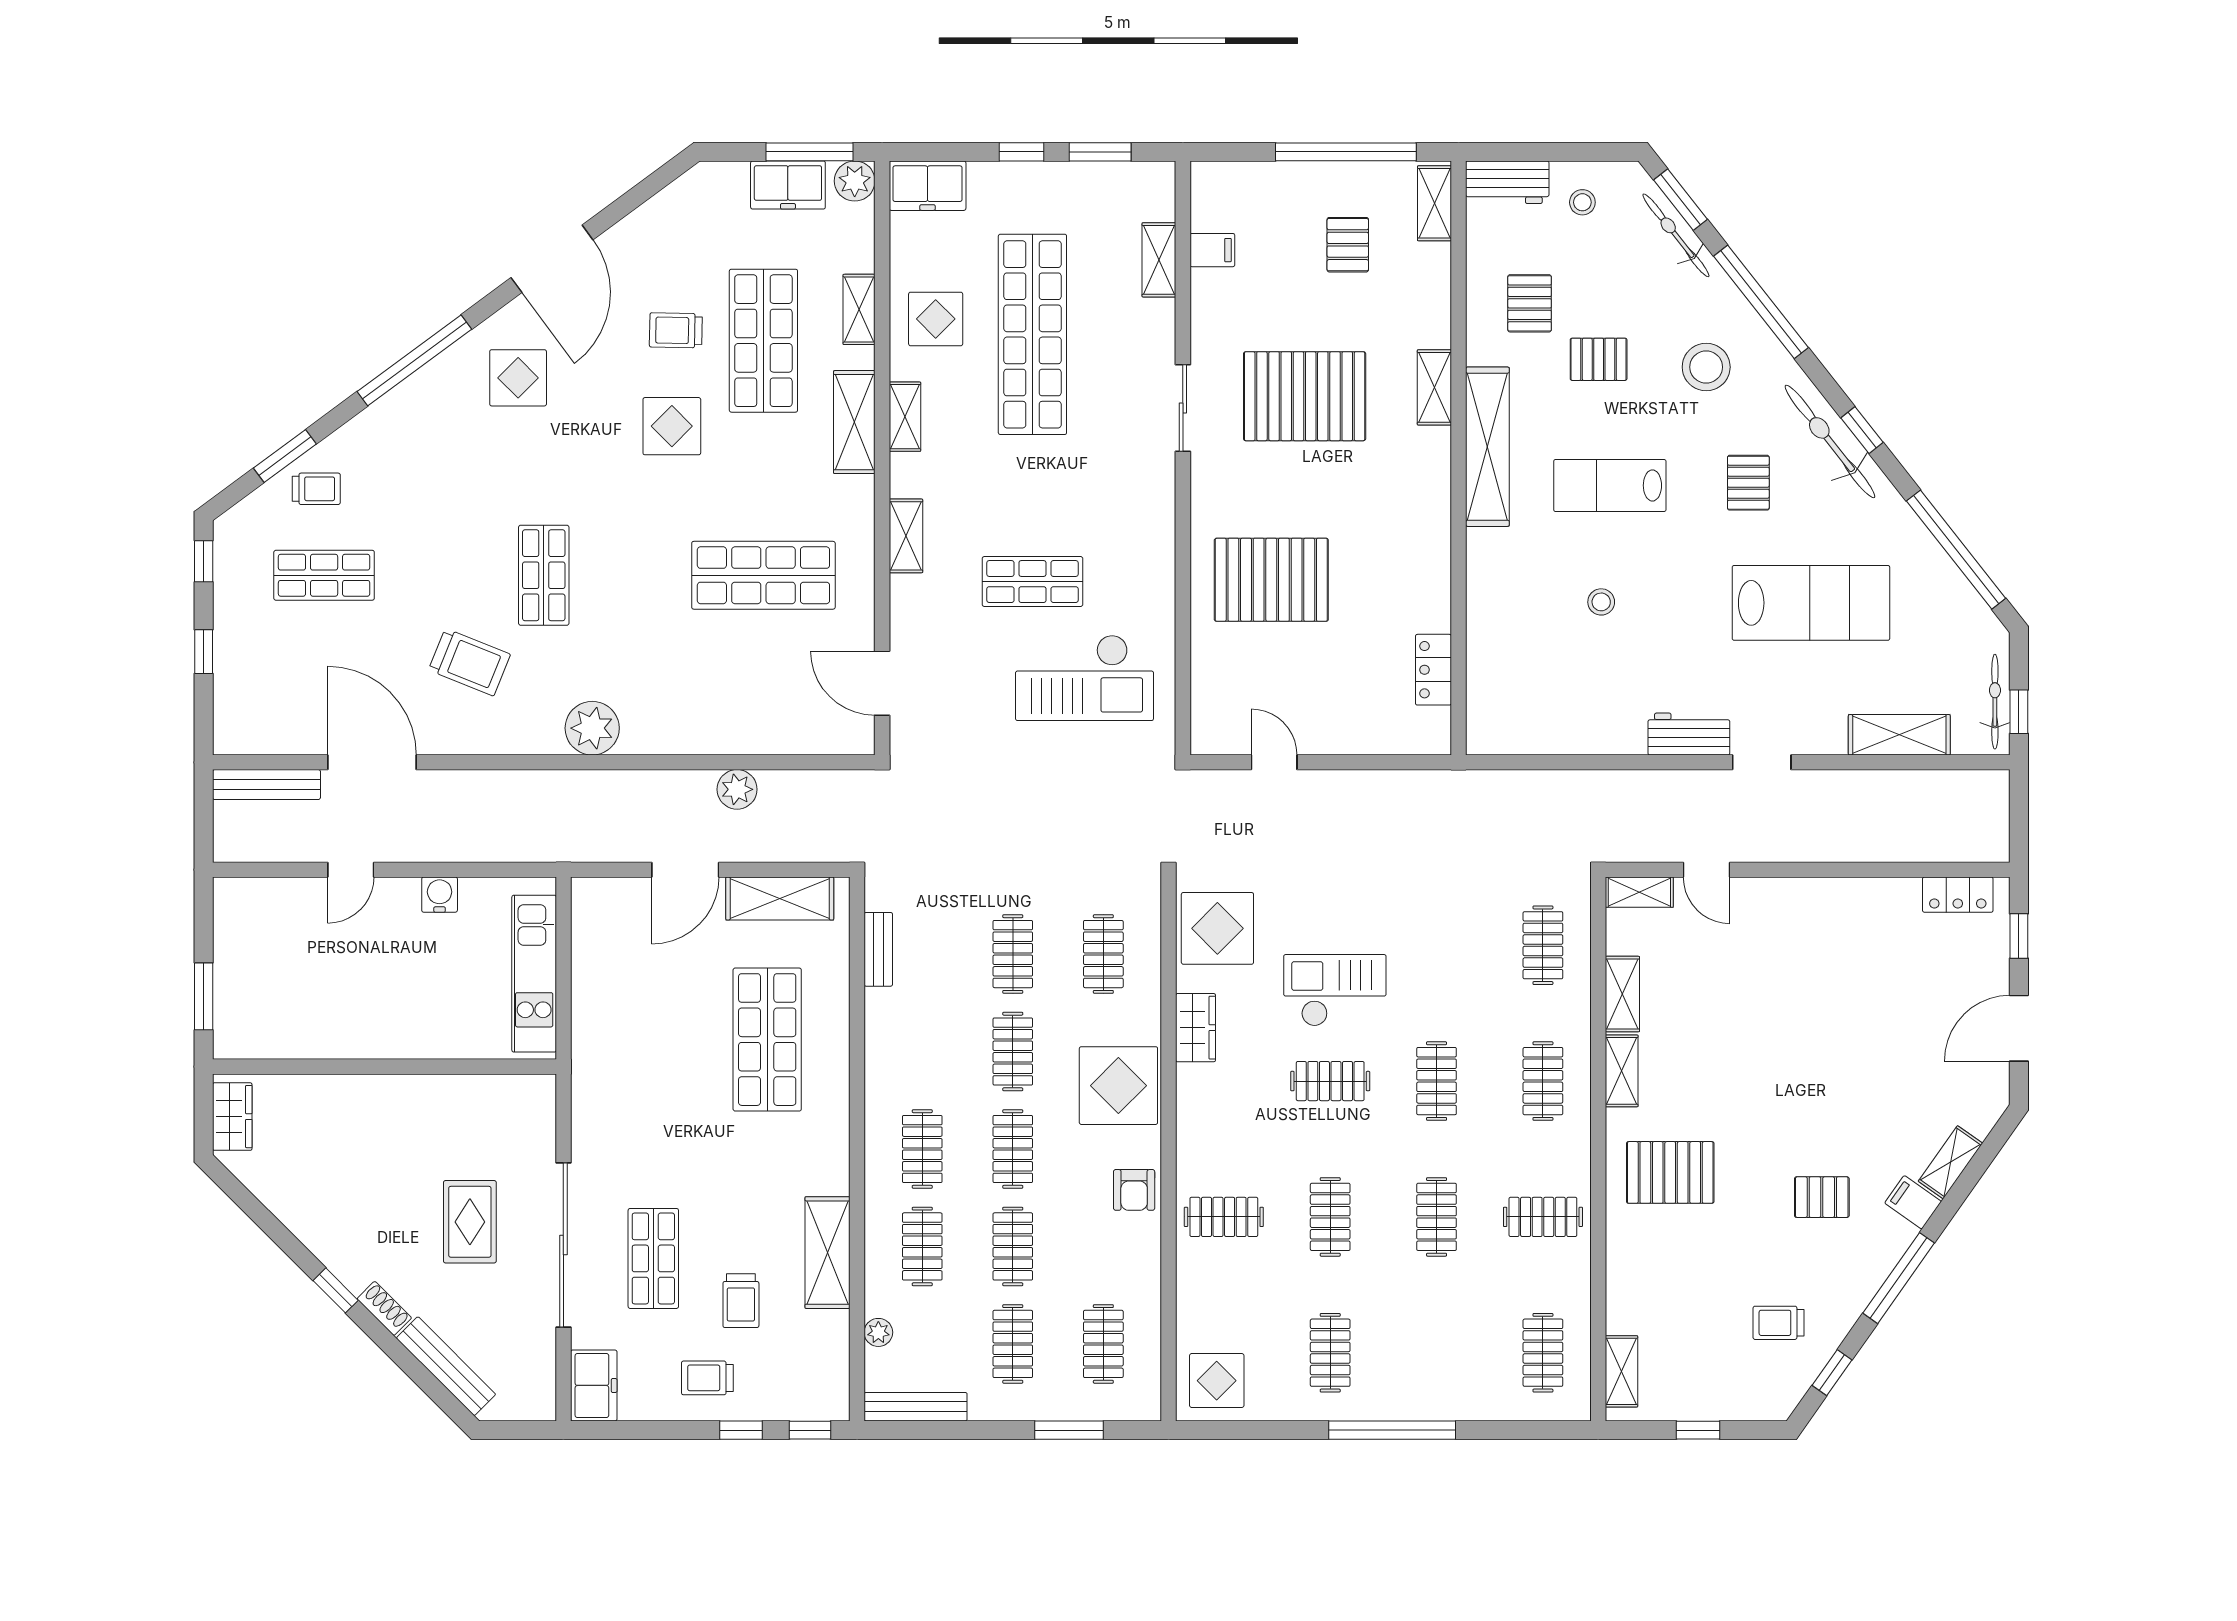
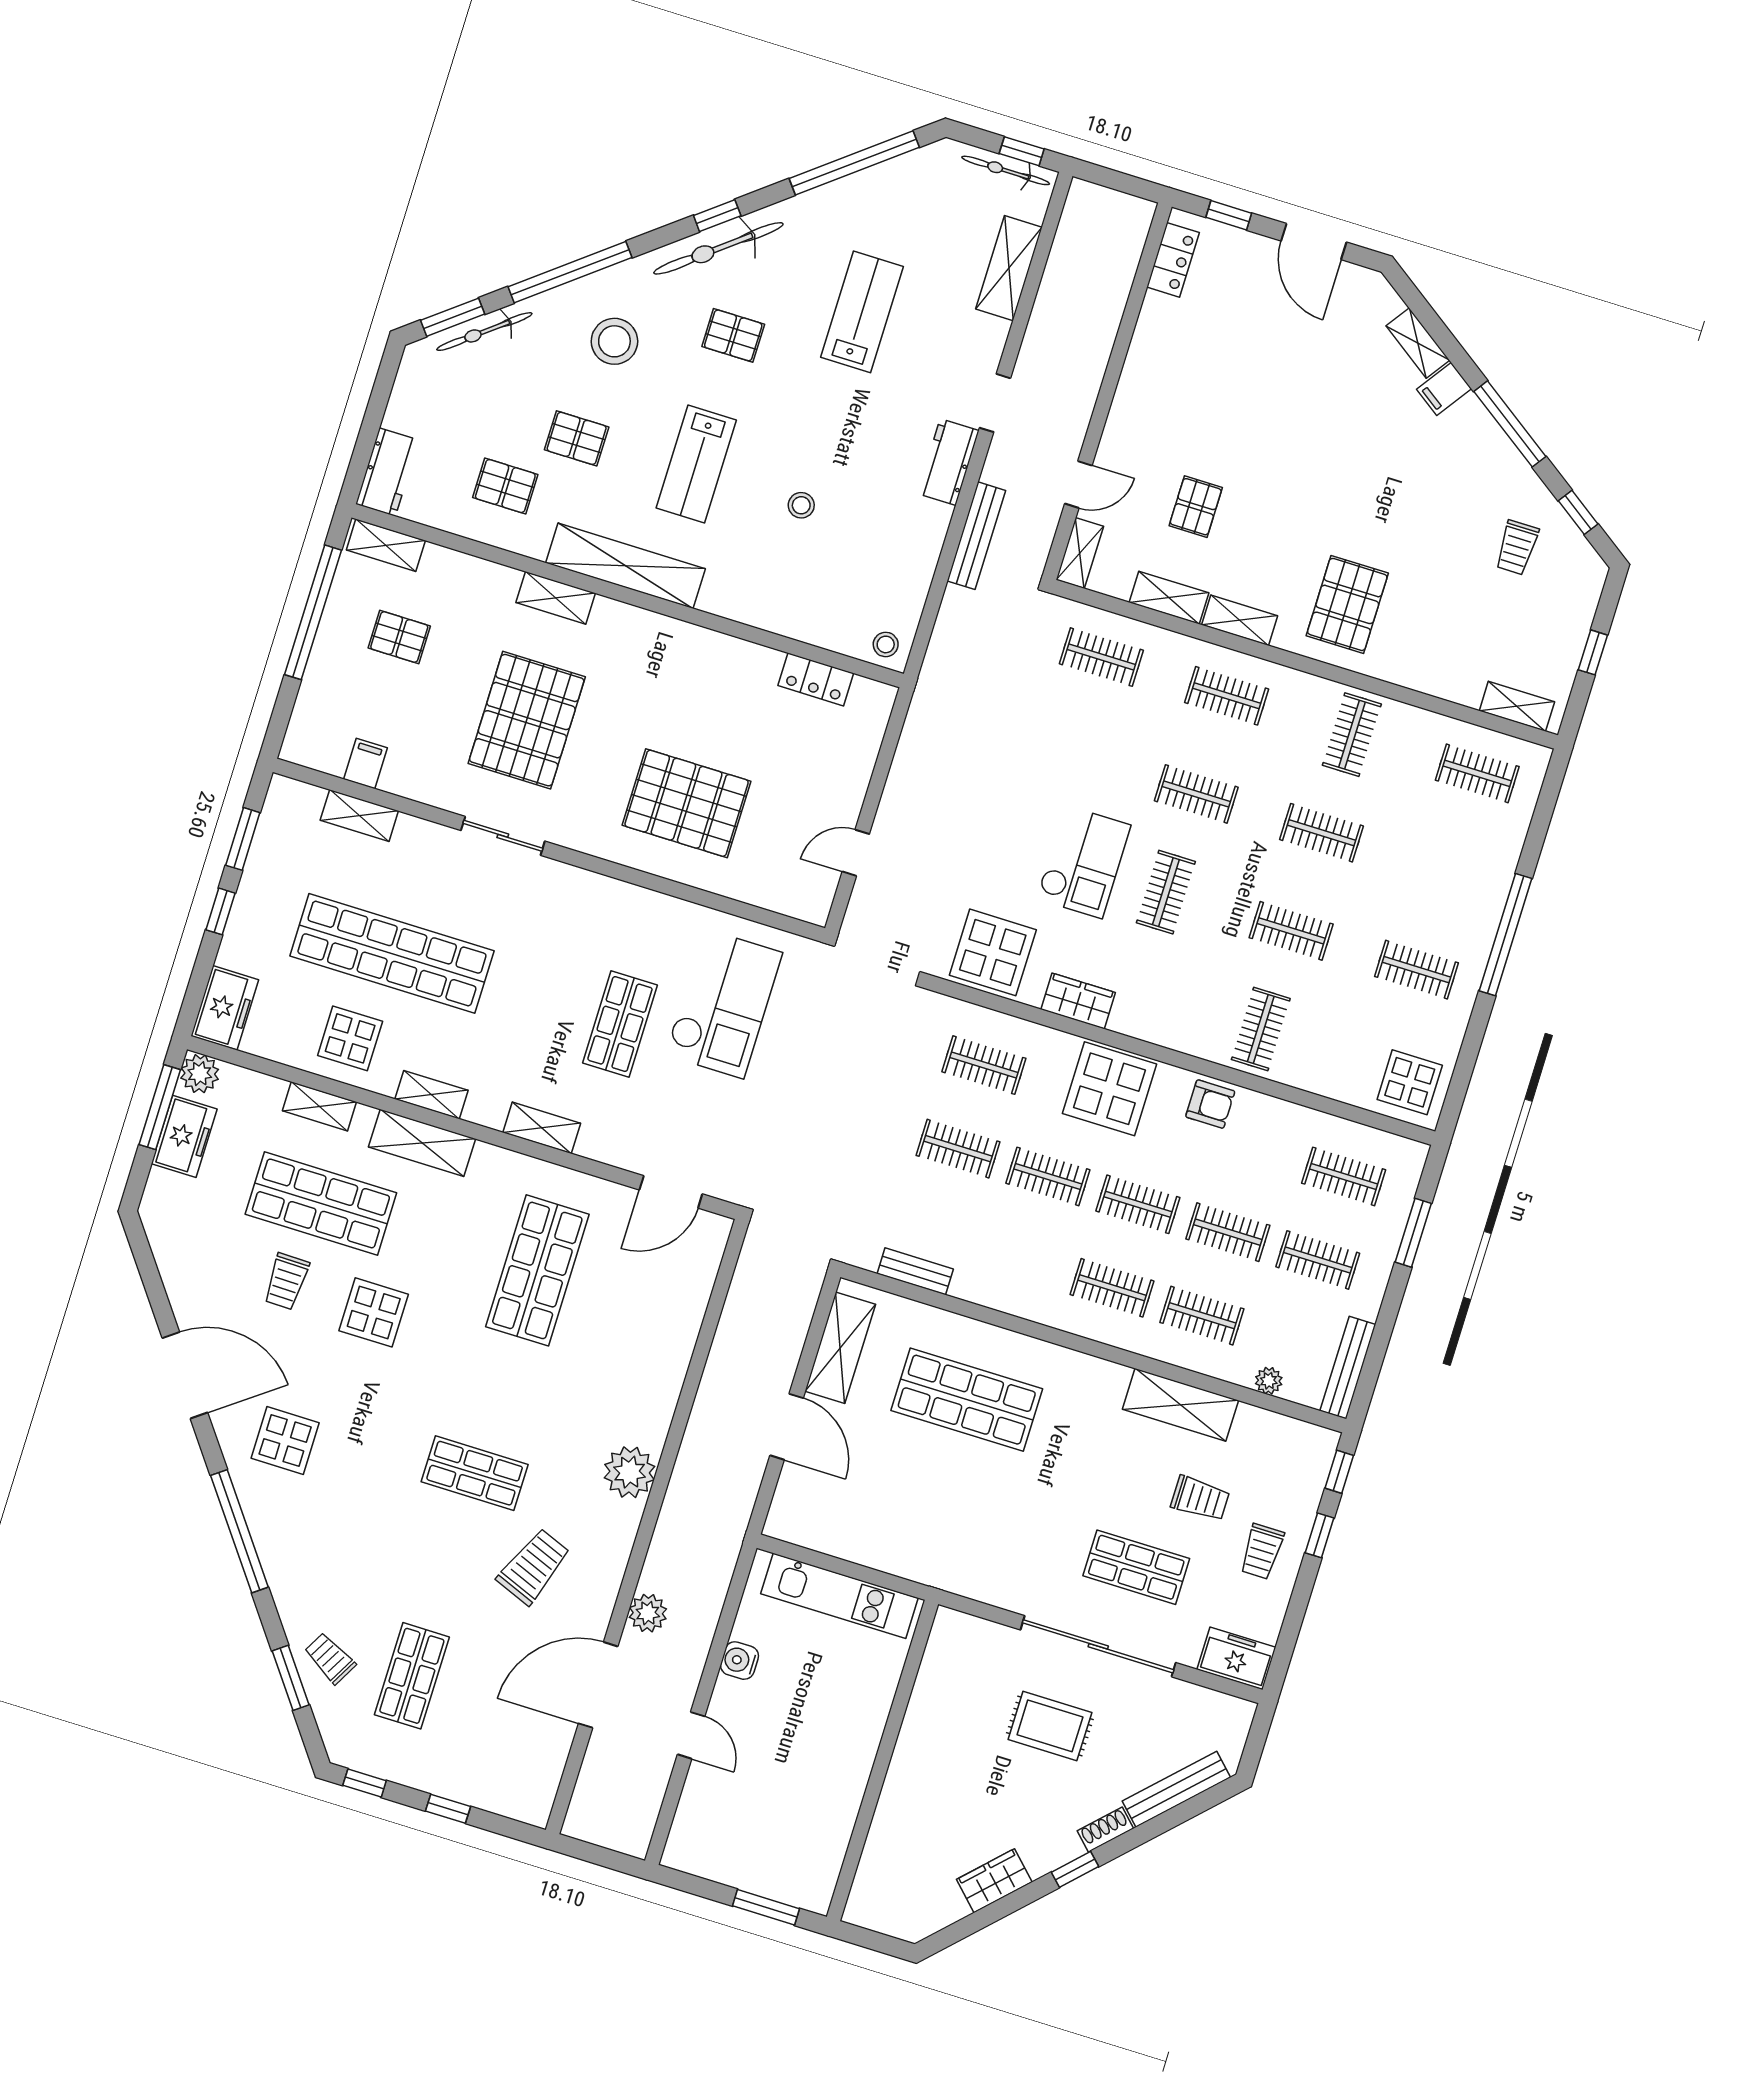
stool: (1582, 202) -> (886, 644), moved
pallet: (1599, 359) -> (577, 438), turned 90
trolley: (316, 489) -> (330, 1658), turned -61
pallet: (1271, 580) -> (687, 803), turned 90
lab bench: (1811, 603) -> (862, 312), width x0.73, depth x0.72
bench: (266, 785) -> (976, 536), moved
plant: (737, 789) -> (648, 1613), moved
checkout: (1335, 990) -> (1084, 862), turned 180
wardrobe: (232, 1117) -> (994, 1881), moved, turned -45
pallet: (1822, 1197) -> (1196, 507), moved

